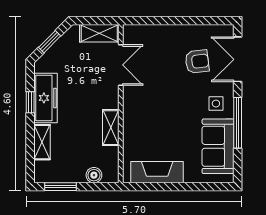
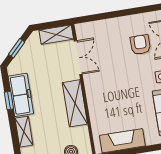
armchair: (197, 62) -> (140, 45), turned -83
shelving: (111, 128) -> (75, 103), width x1.50, depth x1.33

